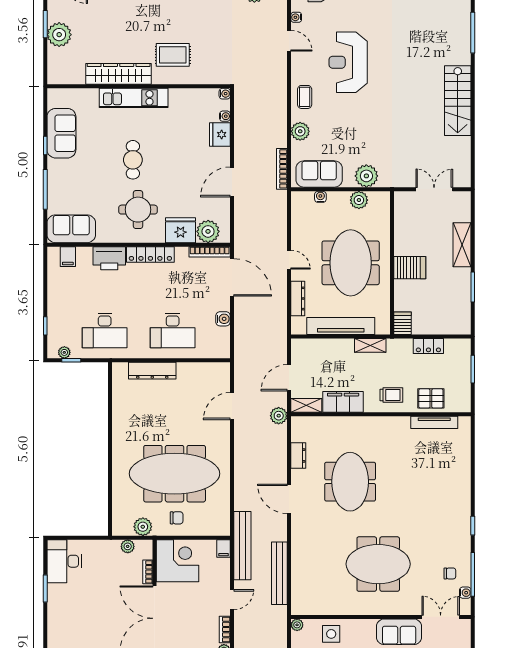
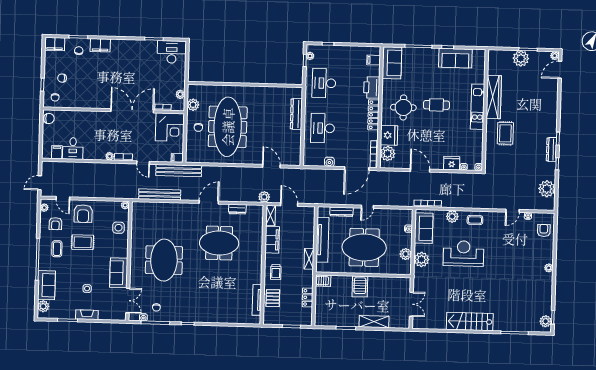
reception desk: (348, 62) -> (463, 254), moved

